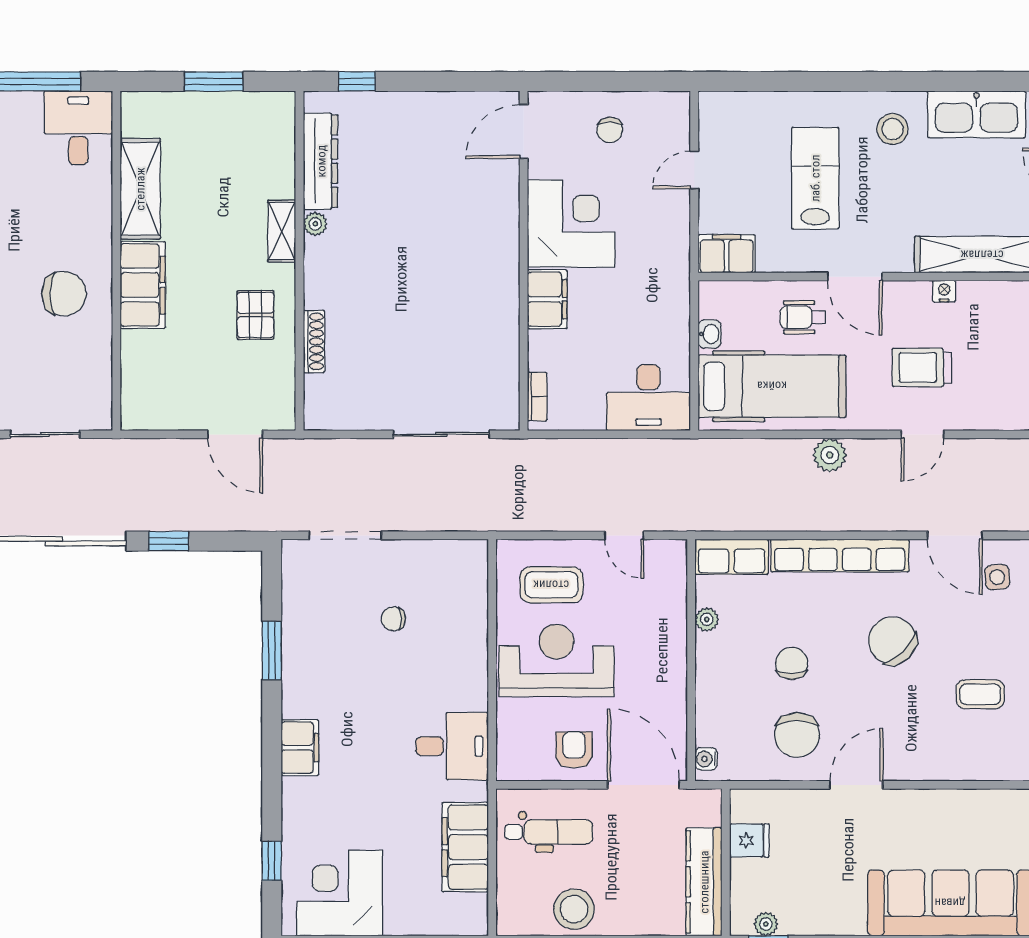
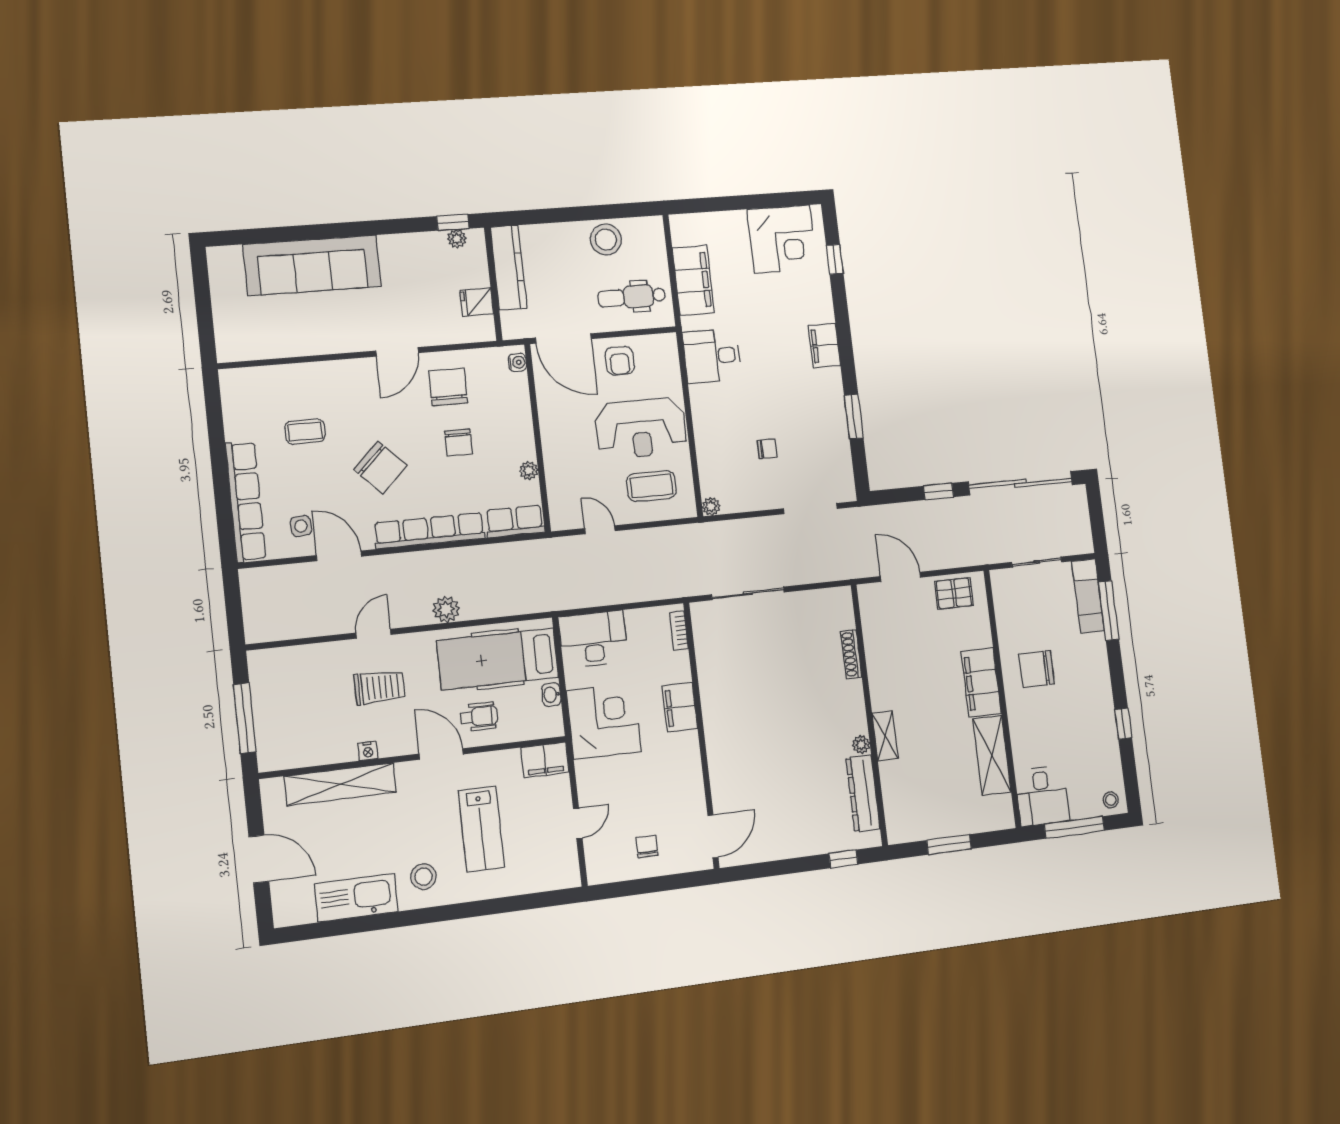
corner desk: (571, 223) -> (604, 721), moved, turned 180
pallet: (255, 315) -> (954, 593), moved, turned 90
plant: (477, 551) -> (711, 506), added

